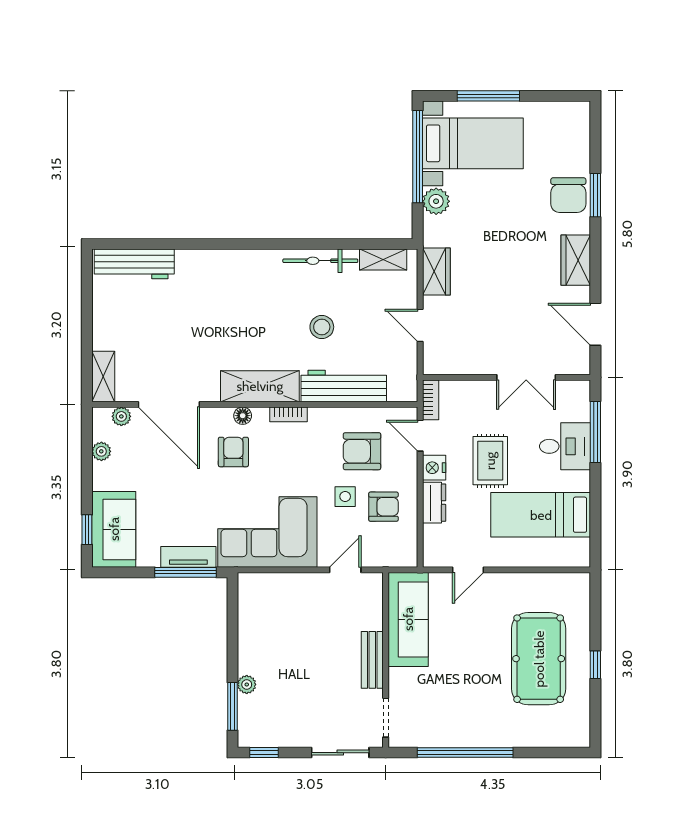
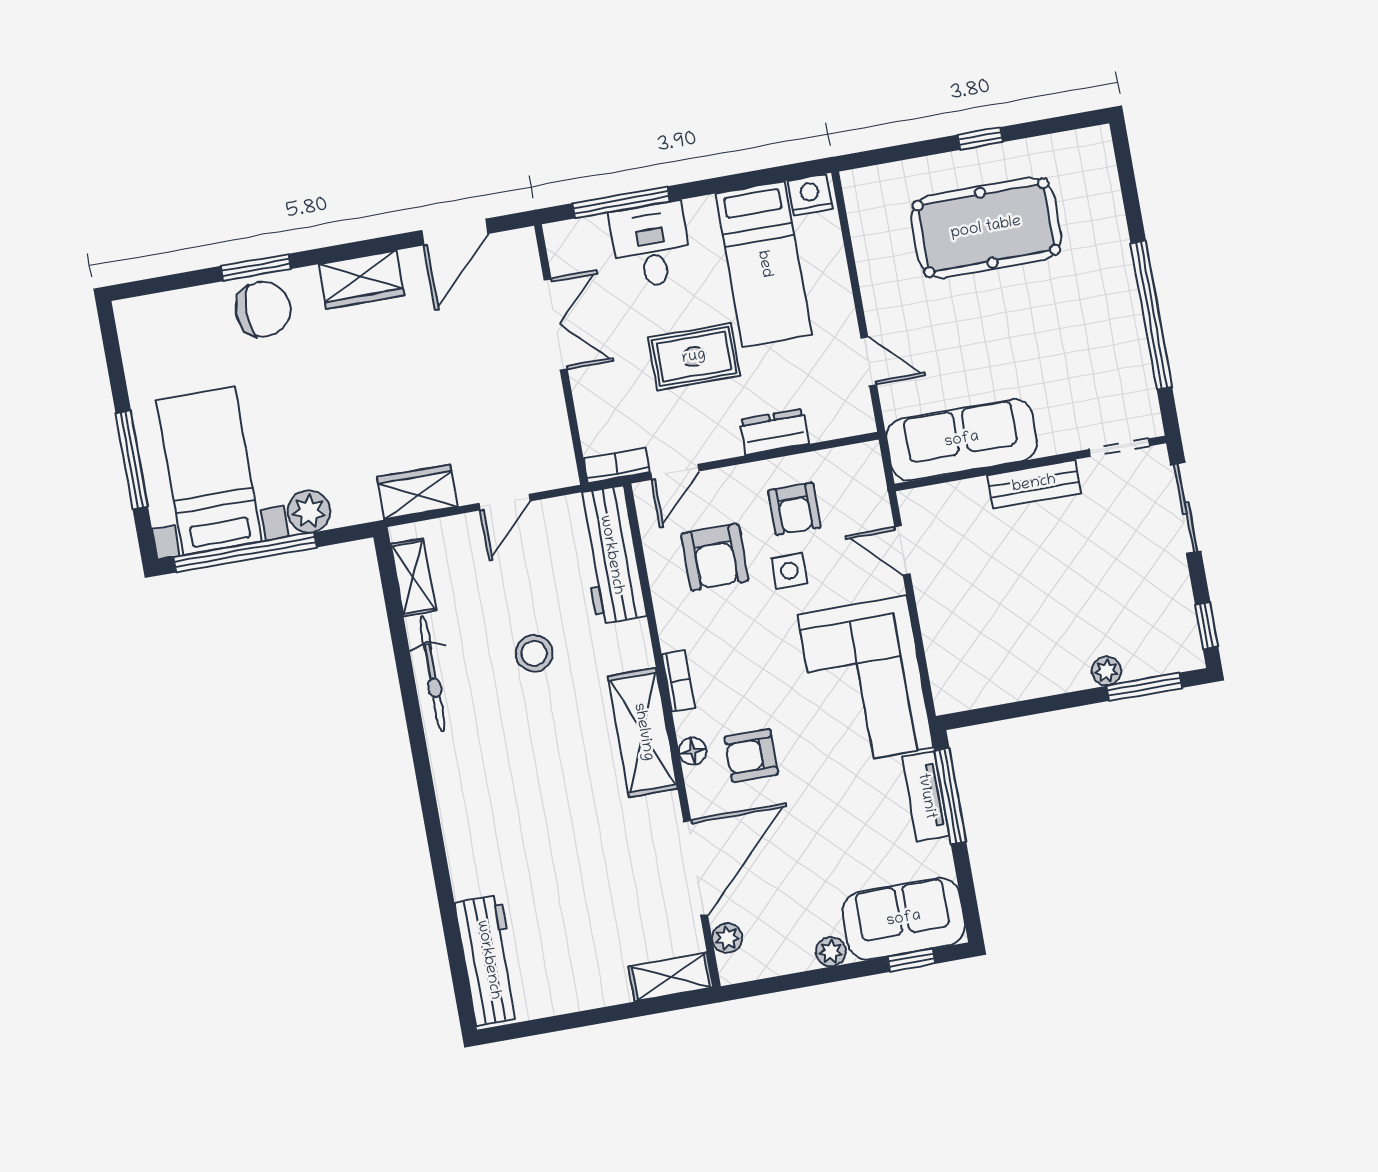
workbench: (344, 386) -> (611, 555), moved
plant: (101, 451) -> (831, 952), moved
nightstand: (434, 468) -> (810, 195), moved, turned 180
armchair: (383, 507) -> (794, 509), turned 180

